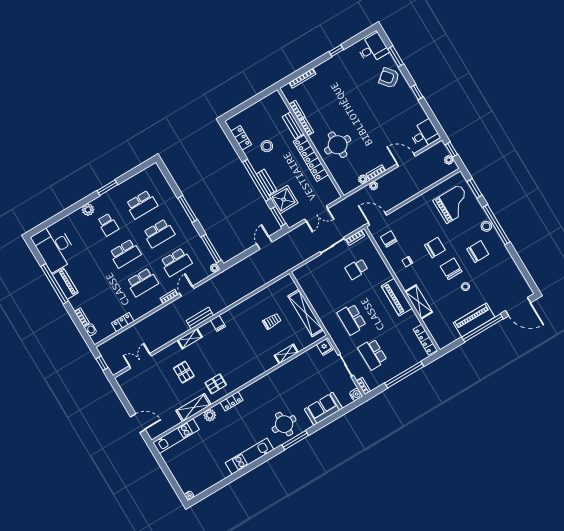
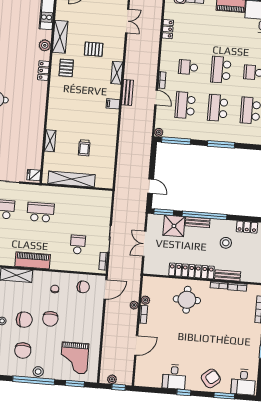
desk: (424, 134) -> (174, 377), moved
school desk: (142, 282) -> (188, 67), width x0.54

